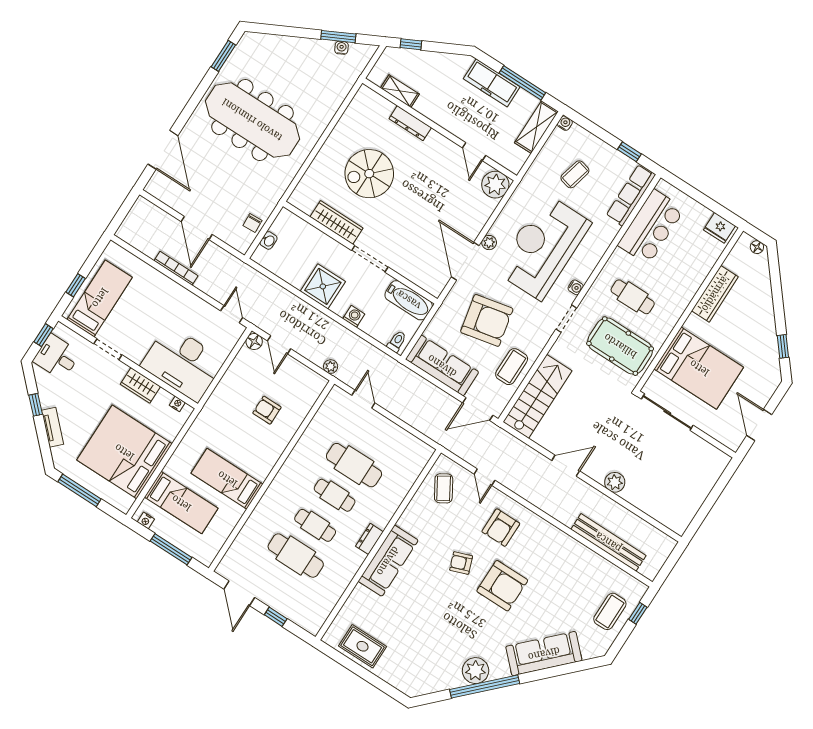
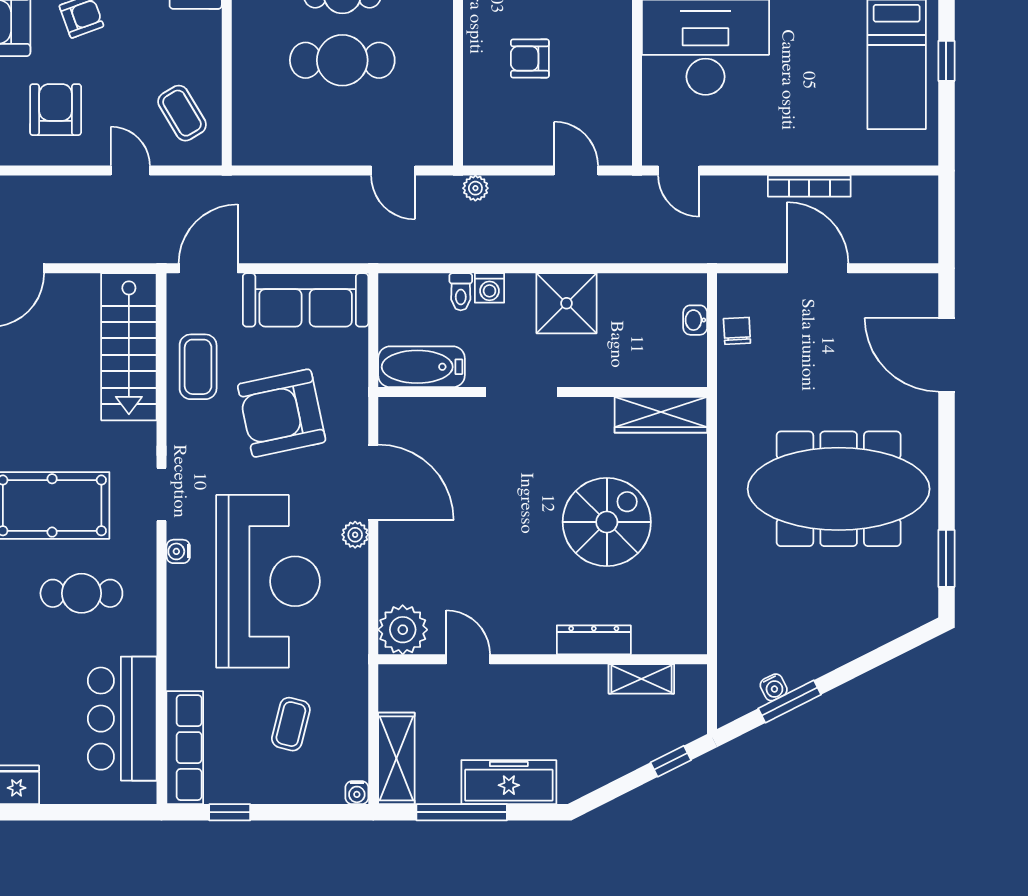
wardrobe: (337, 222) -> (661, 415), moved
floor lamp: (254, 342) -> (617, 151), removed
toilet: (397, 342) -> (461, 292), moved
armchair: (267, 410) -> (530, 58), turned 180

